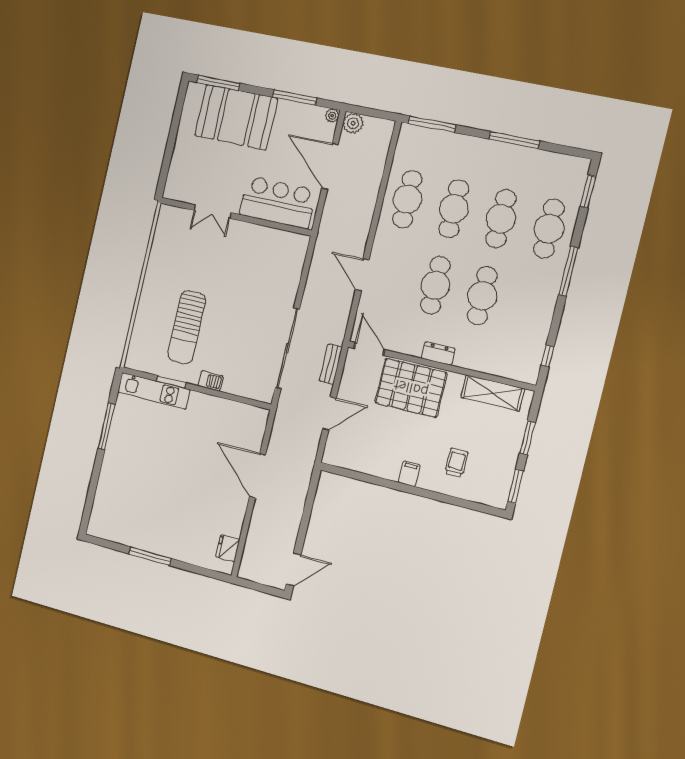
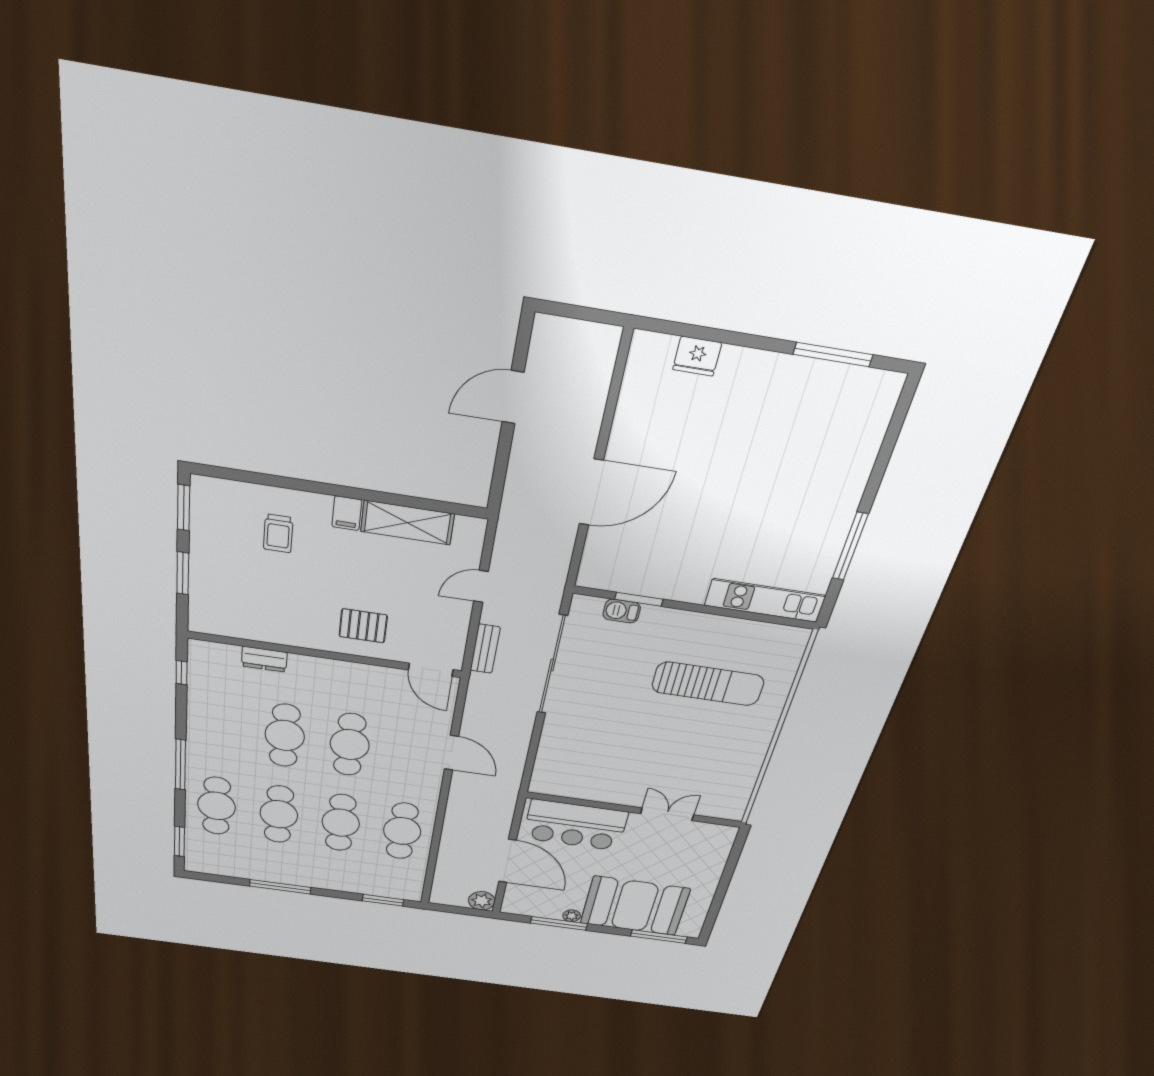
plant: (332, 116) -> (572, 916), moved
window: (432, 124) -> (383, 900), width x0.69
sun lounger: (187, 327) -> (708, 684), turned 90
dresser: (438, 353) -> (264, 659), moved
barbecue: (211, 381) -> (622, 611), moved
window: (171, 382) -> (639, 599), moved
pallet: (411, 388) -> (363, 626), width x0.49, depth x0.50
shelving: (493, 393) -> (407, 523), moved
door: (329, 413) -> (481, 586), width x0.73
door: (258, 476) -> (591, 492), hinge flipped
fridge: (228, 548) -> (697, 356), moved, turned 90
window: (150, 556) -> (833, 355), moved
door: (294, 569) -> (513, 397), moved

